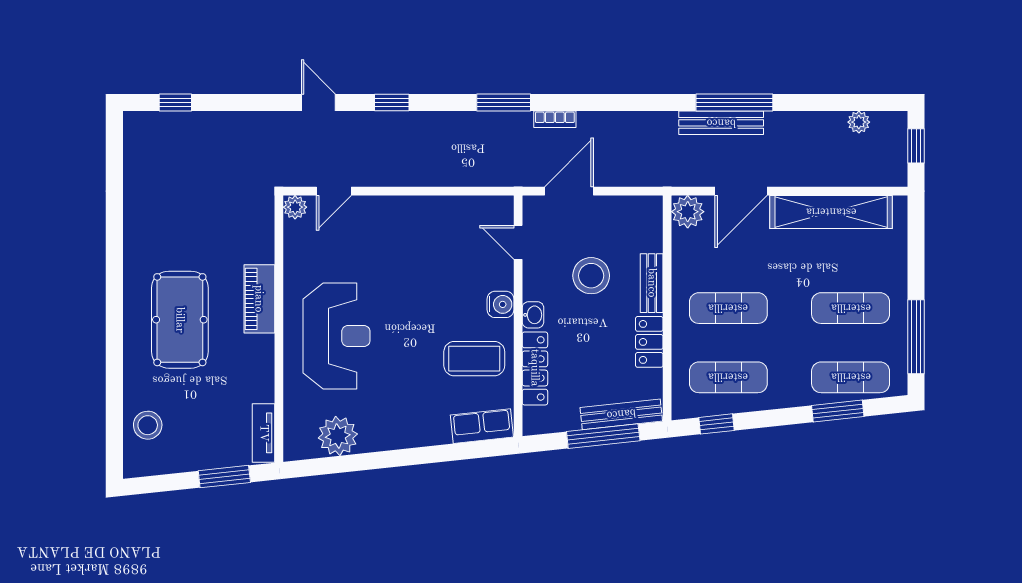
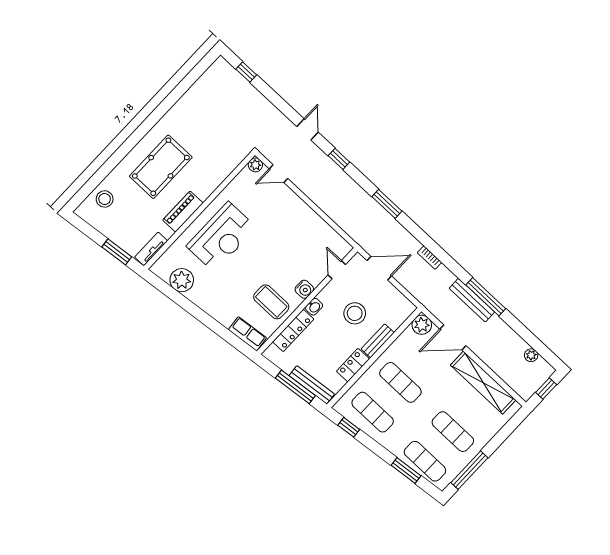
bookcase: (555, 119) -> (429, 258), moved
piano: (259, 299) -> (183, 212), moved

